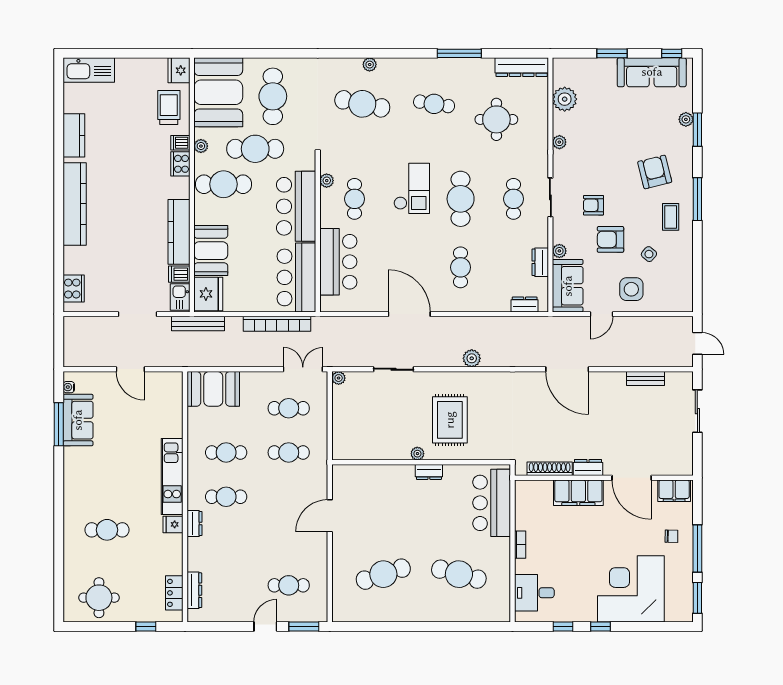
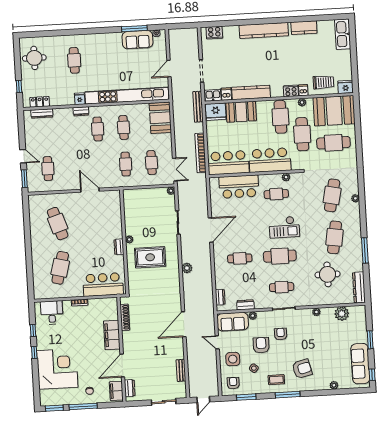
cafe table: (434, 104) -> (335, 237), width x1.37, depth x1.35
window: (697, 130) -> (246, 397), moved
armchair: (672, 291) -> (233, 383), added
dresser: (588, 468) -> (130, 388), moved
kitchen unit: (172, 476) -> (127, 96), width x1.86

